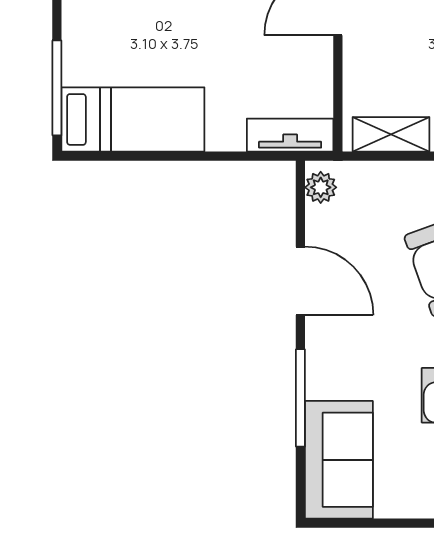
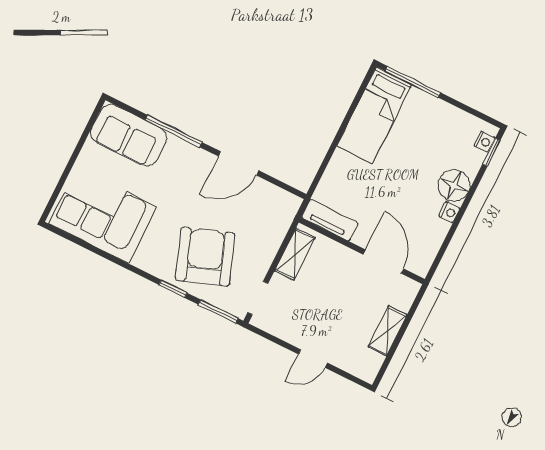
tv unit: (290, 135) -> (330, 220), moved, turned -90
plant: (321, 187) -> (285, 200), removed

